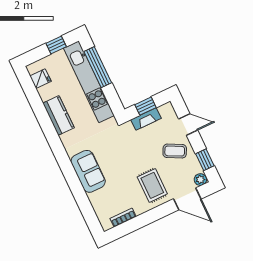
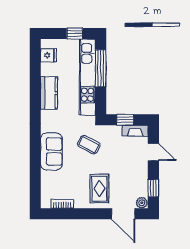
fireplace: (146, 119) -> (135, 131), moved
coffee table: (175, 151) -> (89, 145), moved

